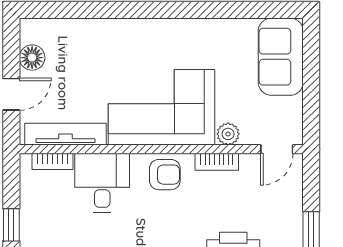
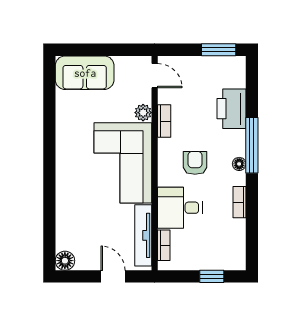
floor lamp: (32, 58) -> (65, 261), moved
armchair: (165, 175) -> (195, 163), moved

